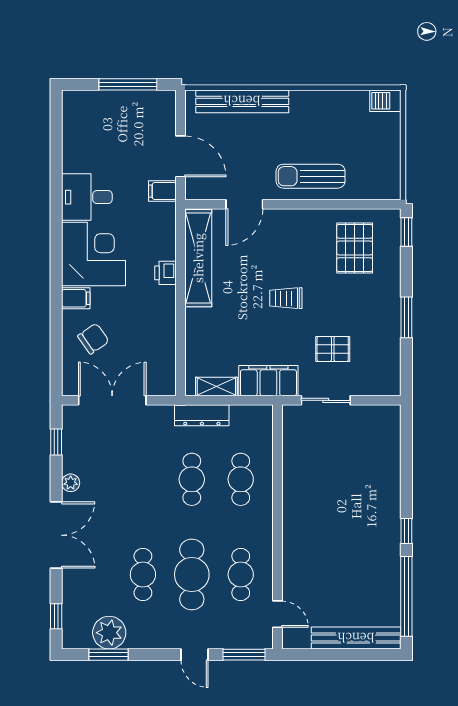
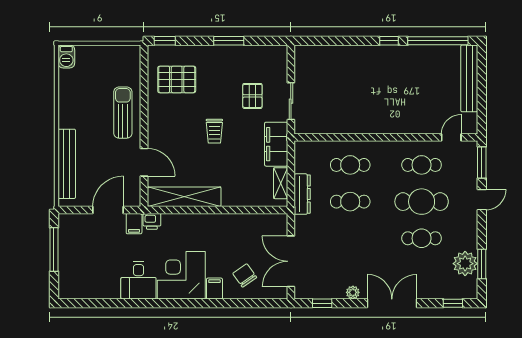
sun lounger: (311, 176) -> (123, 113), turned 180
printer: (165, 273) -> (152, 221), moved

